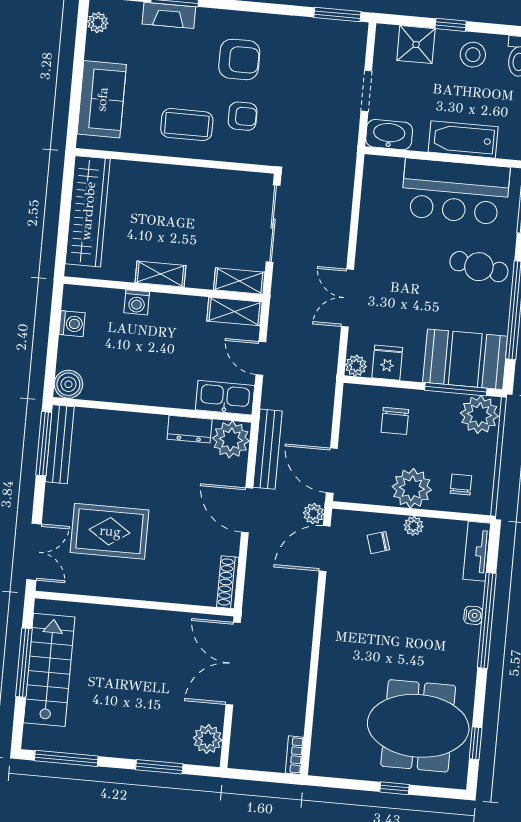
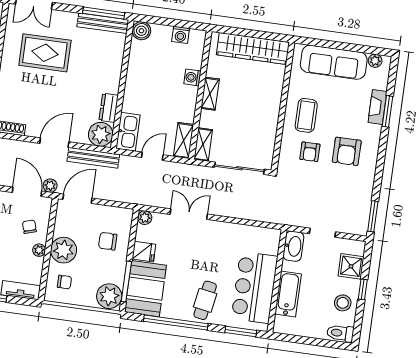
sofa: (102, 99) -> (334, 62), width x1.36
fridge: (387, 363) -> (144, 252), moved
rug: (110, 531) -> (45, 53), turned 90

